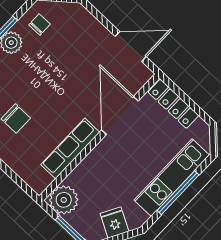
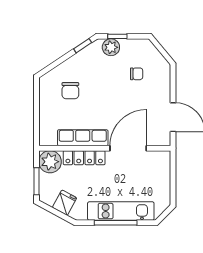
chair: (40, 25) -> (137, 74), moved
locker: (173, 104) -> (84, 158), moved, turned -90

